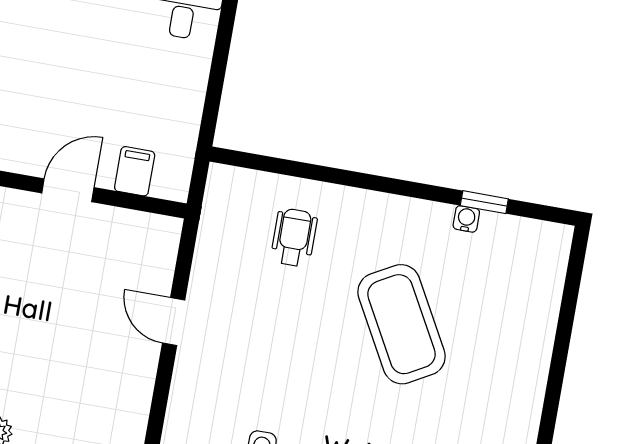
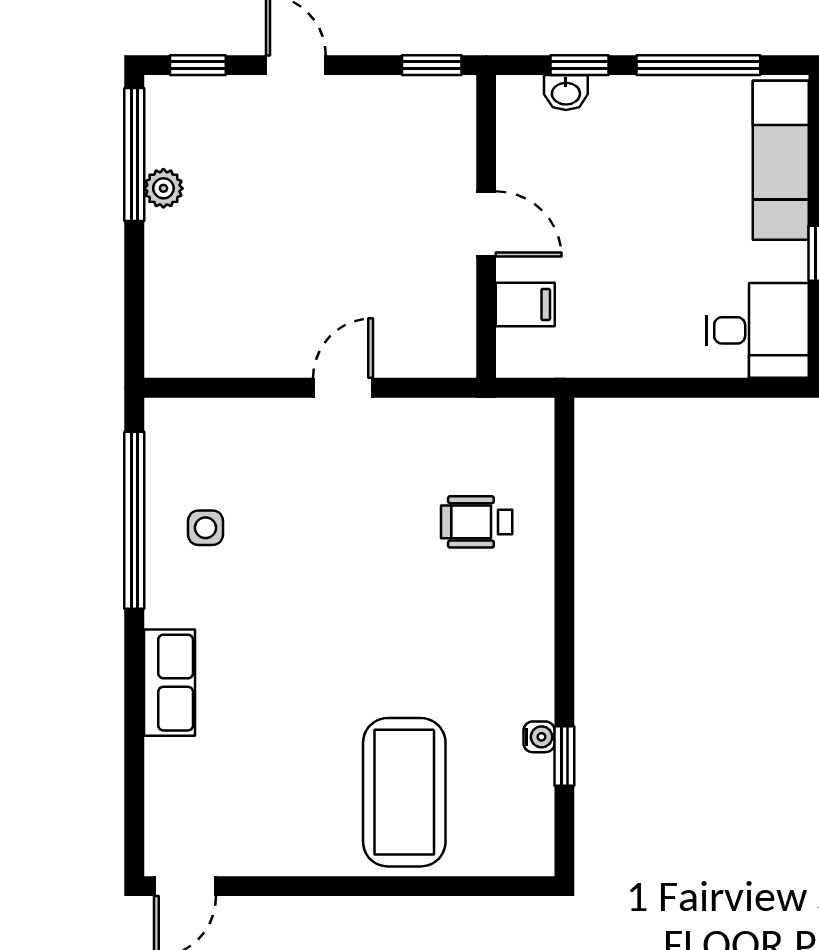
wheelchair: (294, 238) -> (477, 522), turned 180
coffee table: (402, 324) -> (404, 792), moved, turned -61

